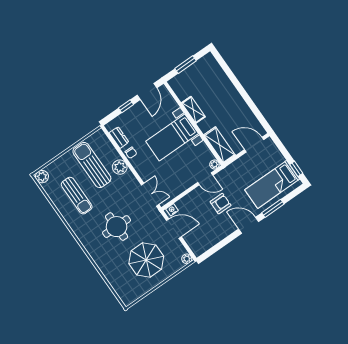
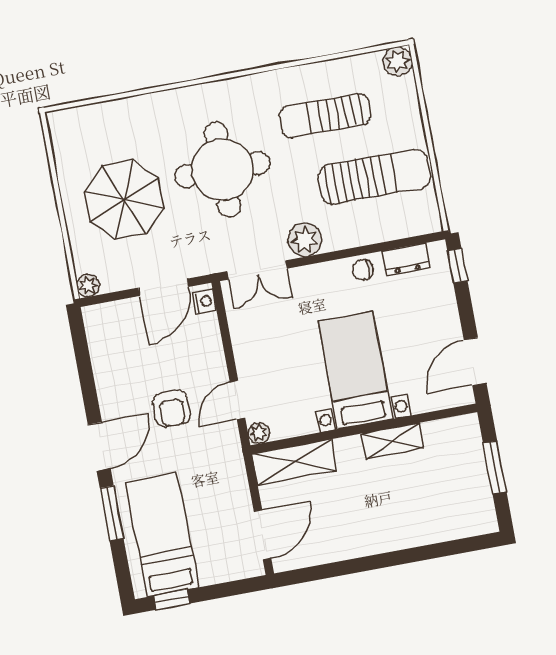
door: (147, 92) -> (475, 362), hinge flipped
window: (126, 106) -> (457, 266), moved
plant: (120, 167) -> (305, 240), moved
round table: (117, 227) -> (222, 170), width x1.36, depth x1.36

